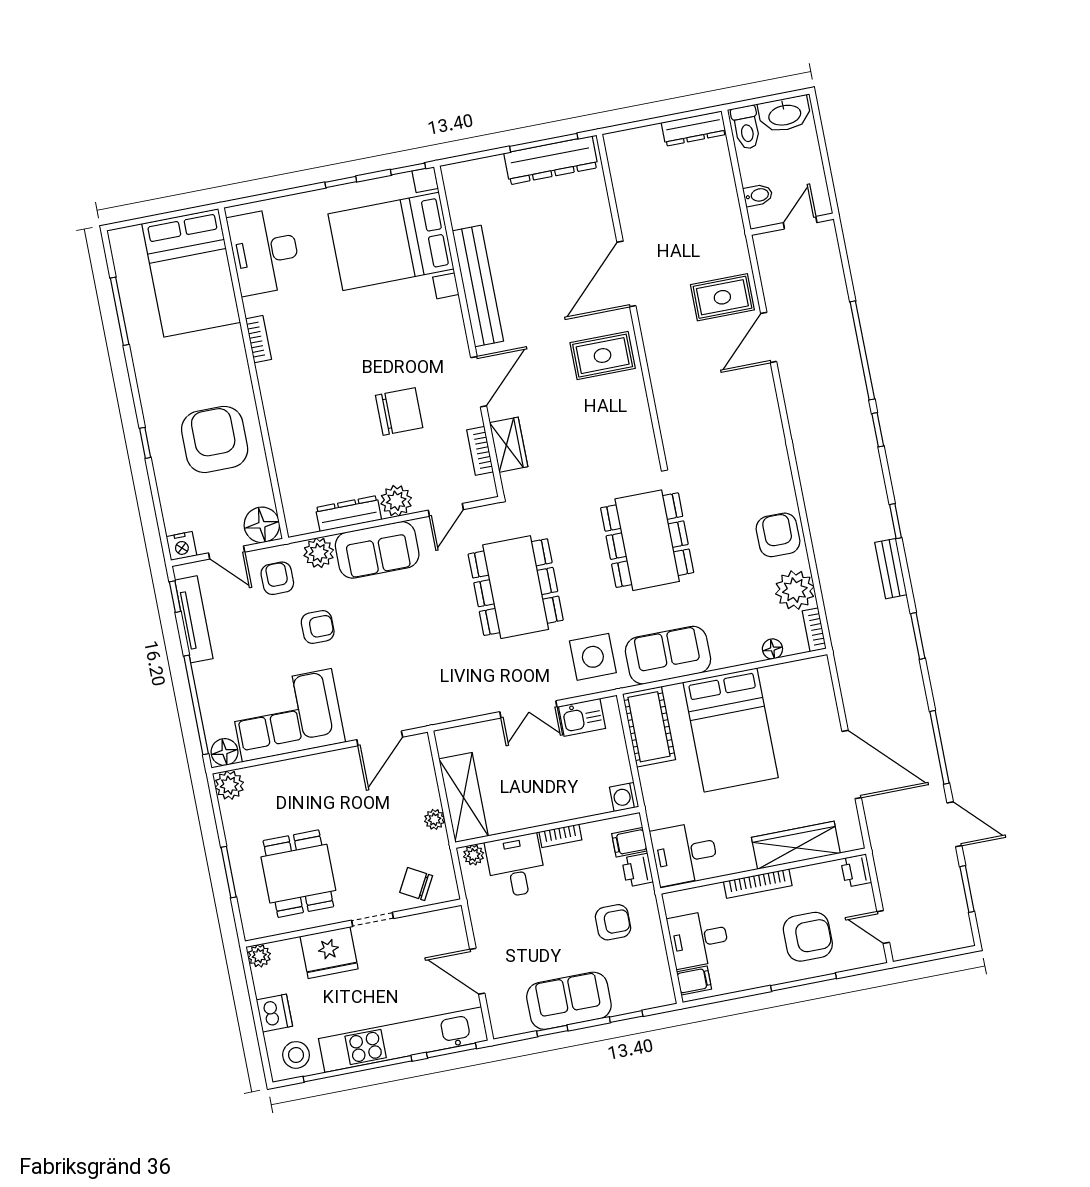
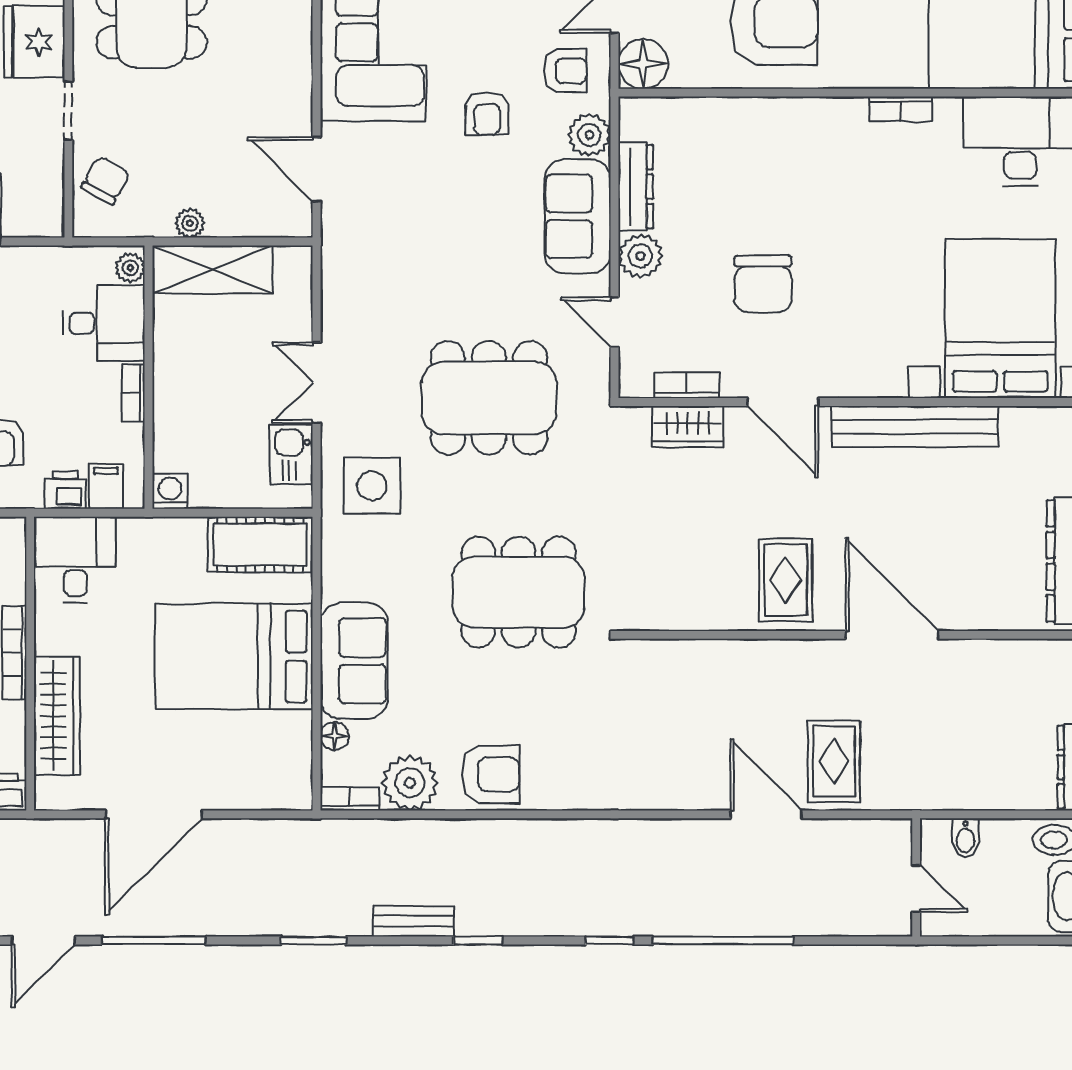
sofa: (668, 655) -> (354, 661), moved

